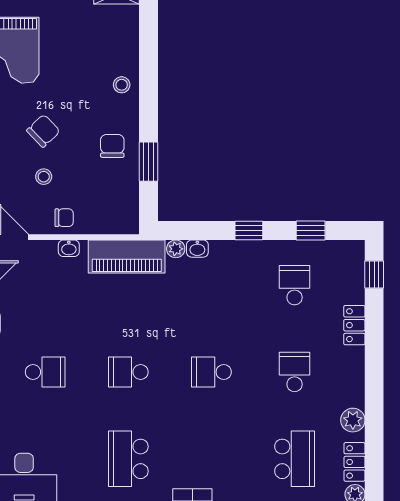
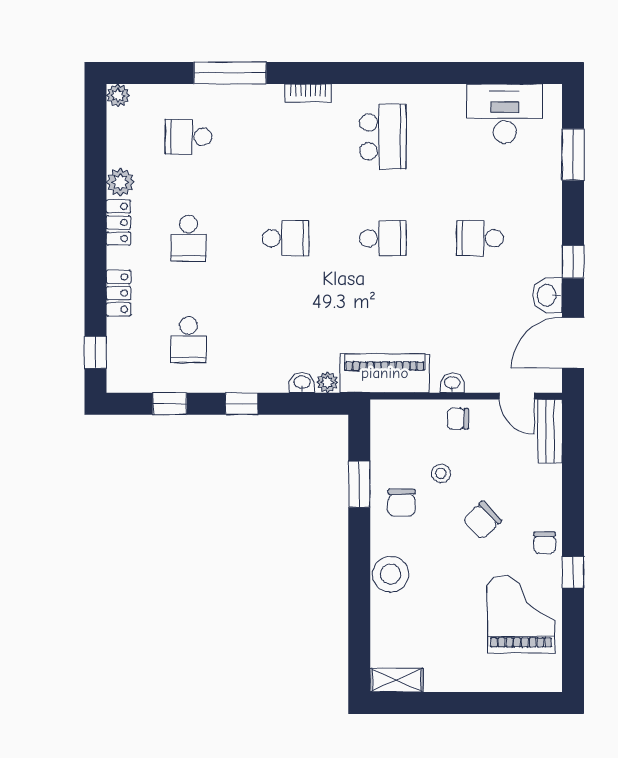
stool: (122, 85) -> (391, 574), width x1.89, depth x1.89
stool: (44, 177) -> (441, 473), moved
school desk: (295, 459) -> (188, 137), width x0.54
locker: (354, 462) -> (118, 222), moved

